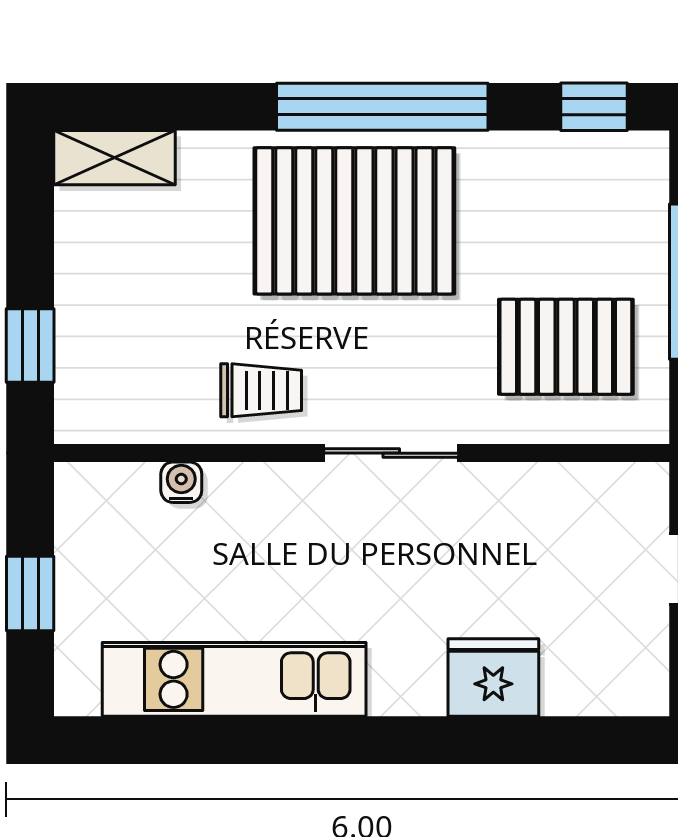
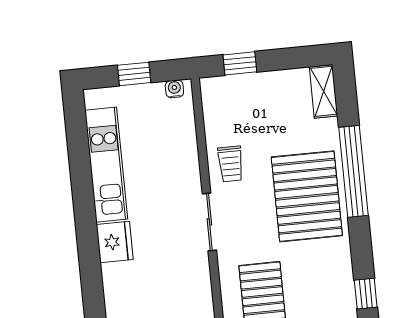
window: (382, 107) -> (353, 171), moved
water cooler: (181, 482) -> (174, 89), moved, turned -90
fridge: (493, 678) -> (115, 242), moved

